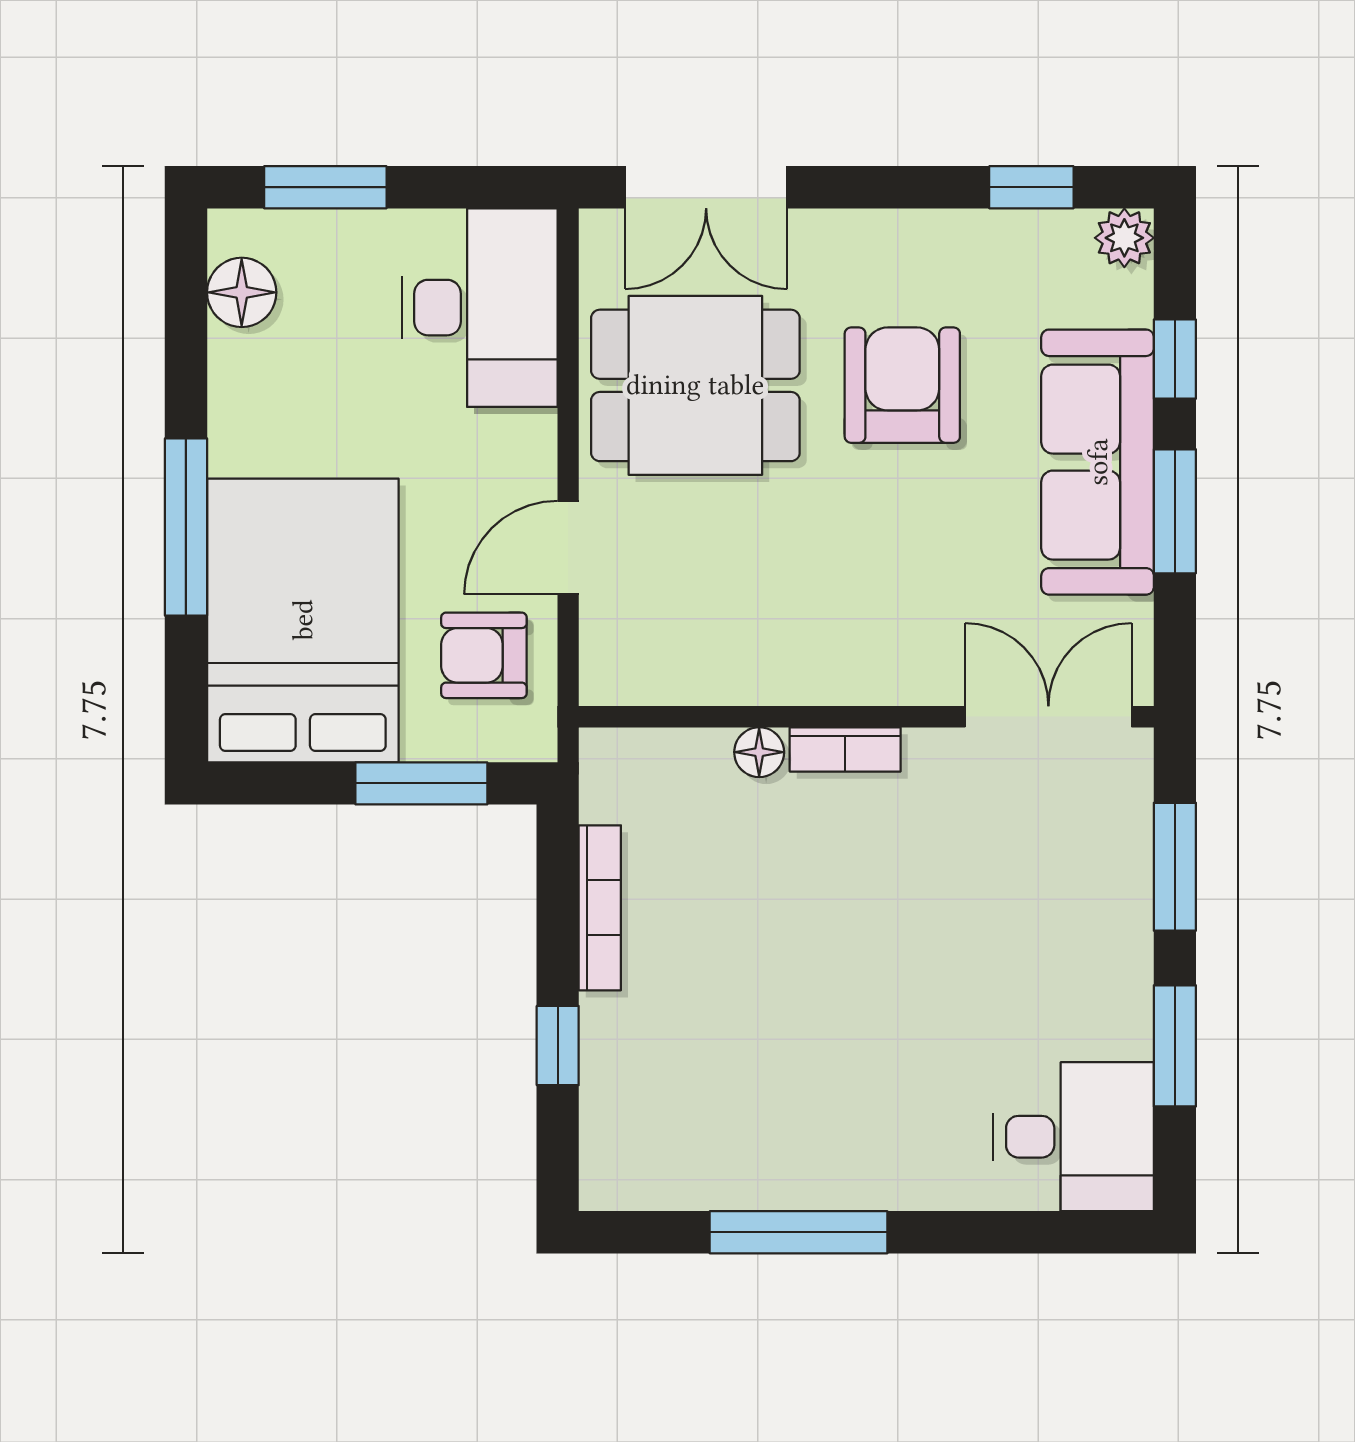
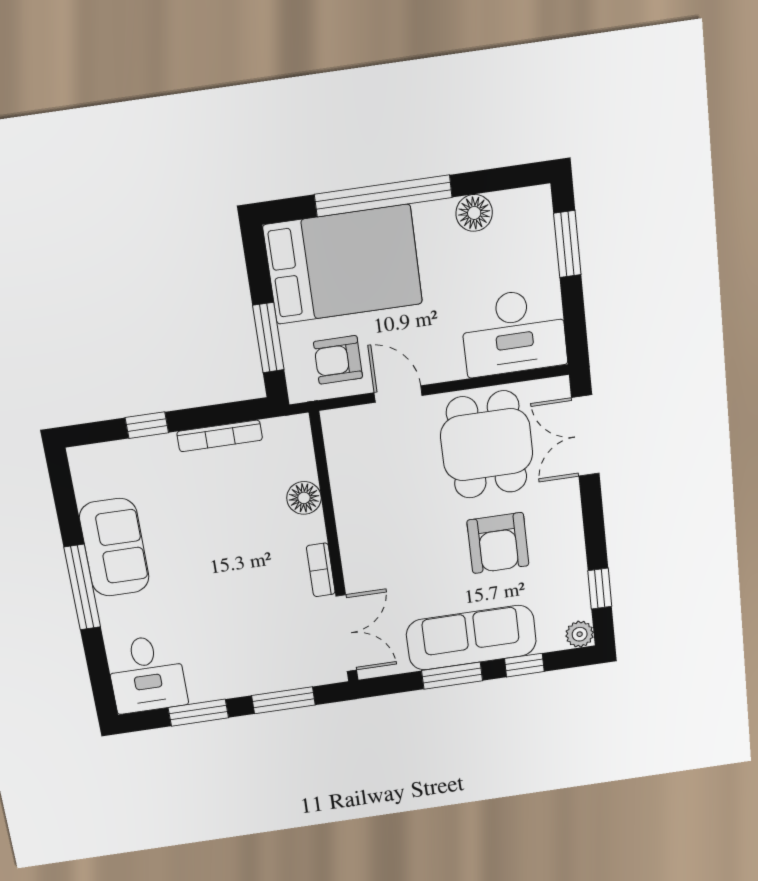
floor lamp: (242, 292) -> (474, 213), moved
armchair: (902, 385) -> (498, 543), turned 90
window: (186, 527) -> (383, 196), width x1.46
armchair: (484, 655) -> (338, 360), turned -90
bookcase: (845, 749) -> (321, 570), moved
floor lamp: (759, 752) -> (304, 498), width x1.37, depth x1.37
sofa: (795, 1154) -> (114, 547), added
window: (799, 1232) -> (82, 587), moved

